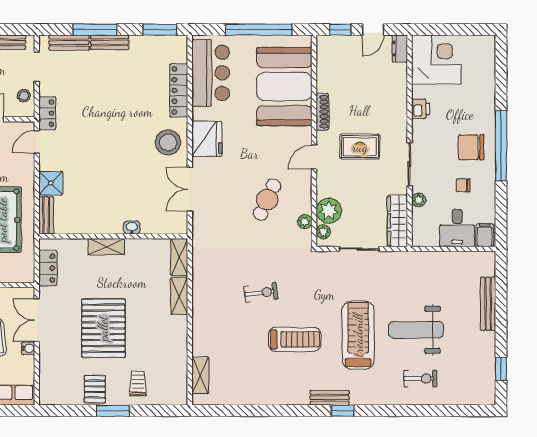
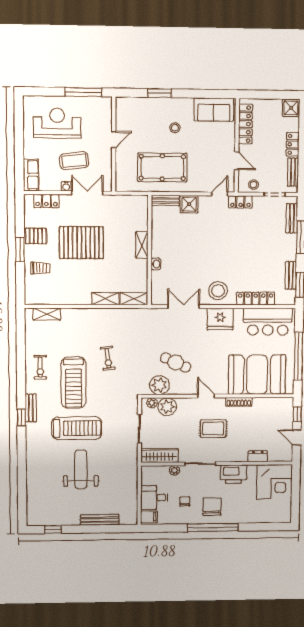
bench: (110, 42) -> (291, 275), moved
dresser: (400, 49) -> (258, 456), moved
printer: (421, 109) -> (234, 474), width x1.87, depth x1.48
door: (37, 142) -> (220, 194), hinge flipped
rug: (360, 147) -> (213, 429), turned 90
plant: (305, 222) -> (159, 385), width x1.88, depth x1.88
locker: (48, 268) -> (46, 201), moved
treadmill: (295, 339) -> (74, 383), width x1.37, depth x1.38
exercise bike: (420, 379) -> (40, 367), moved

